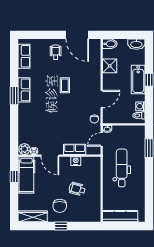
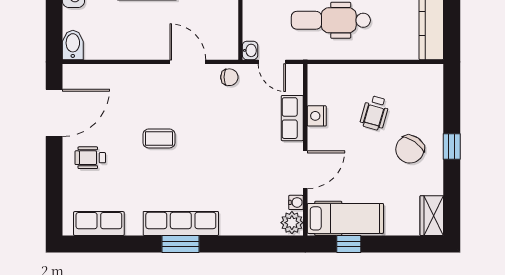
shower: (110, 66) -> (119, 45), removed
row of seats: (24, 90) -> (181, 223), width x1.48
chair: (60, 206) -> (410, 149), turned 125
wardrobe: (33, 216) -> (432, 216), width x0.67

